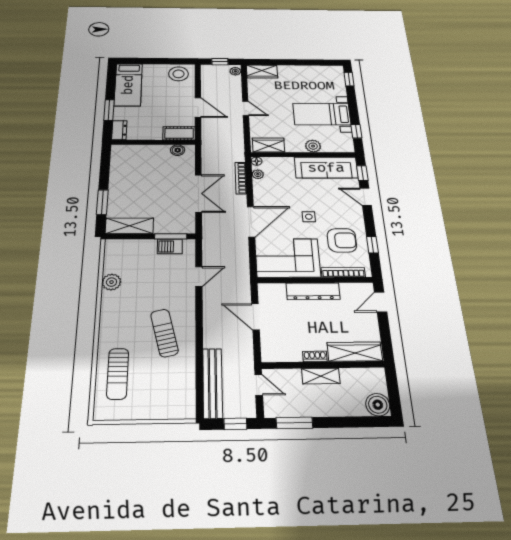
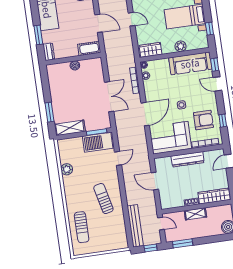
boiler: (178, 150) -> (75, 65), moved
barbecue: (170, 246) -> (98, 142), width x1.88, depth x1.53

